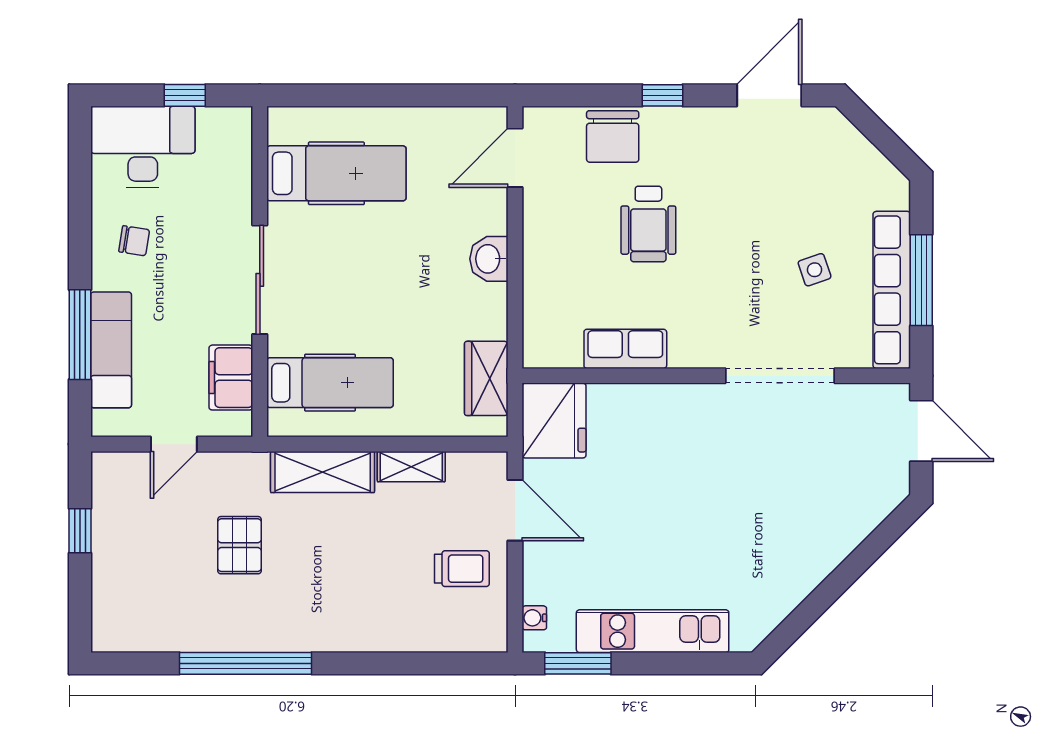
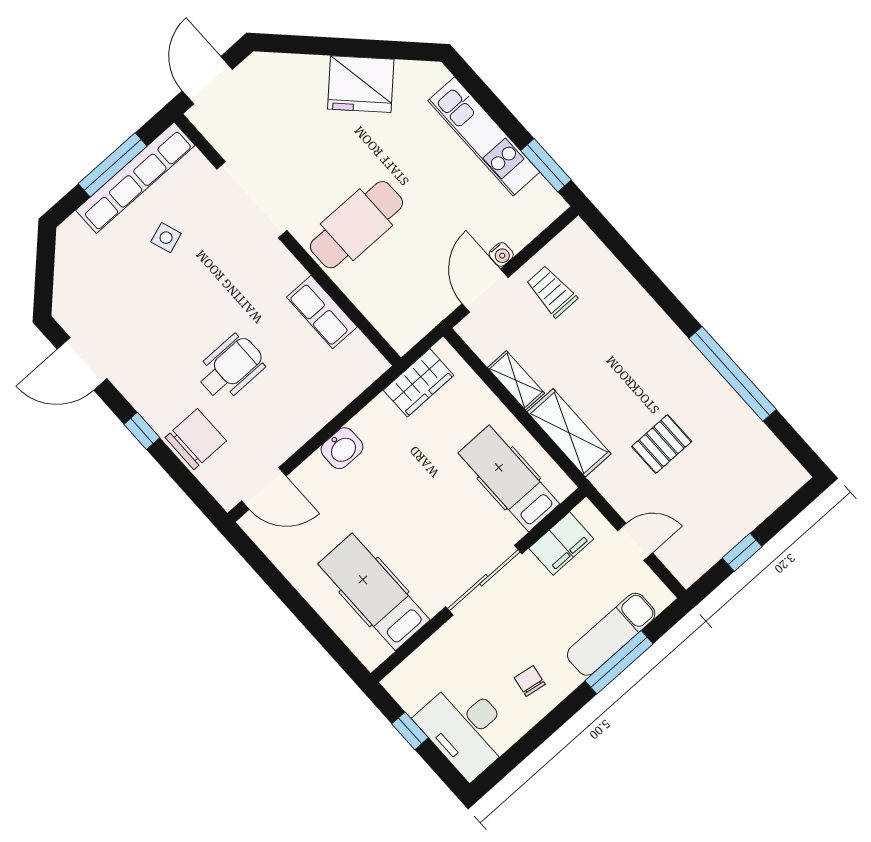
fridge: (554, 421) -> (361, 84), moved, turned -135
cafe table: (675, 449) -> (356, 225), added
water cooler: (534, 618) -> (501, 254), moved

